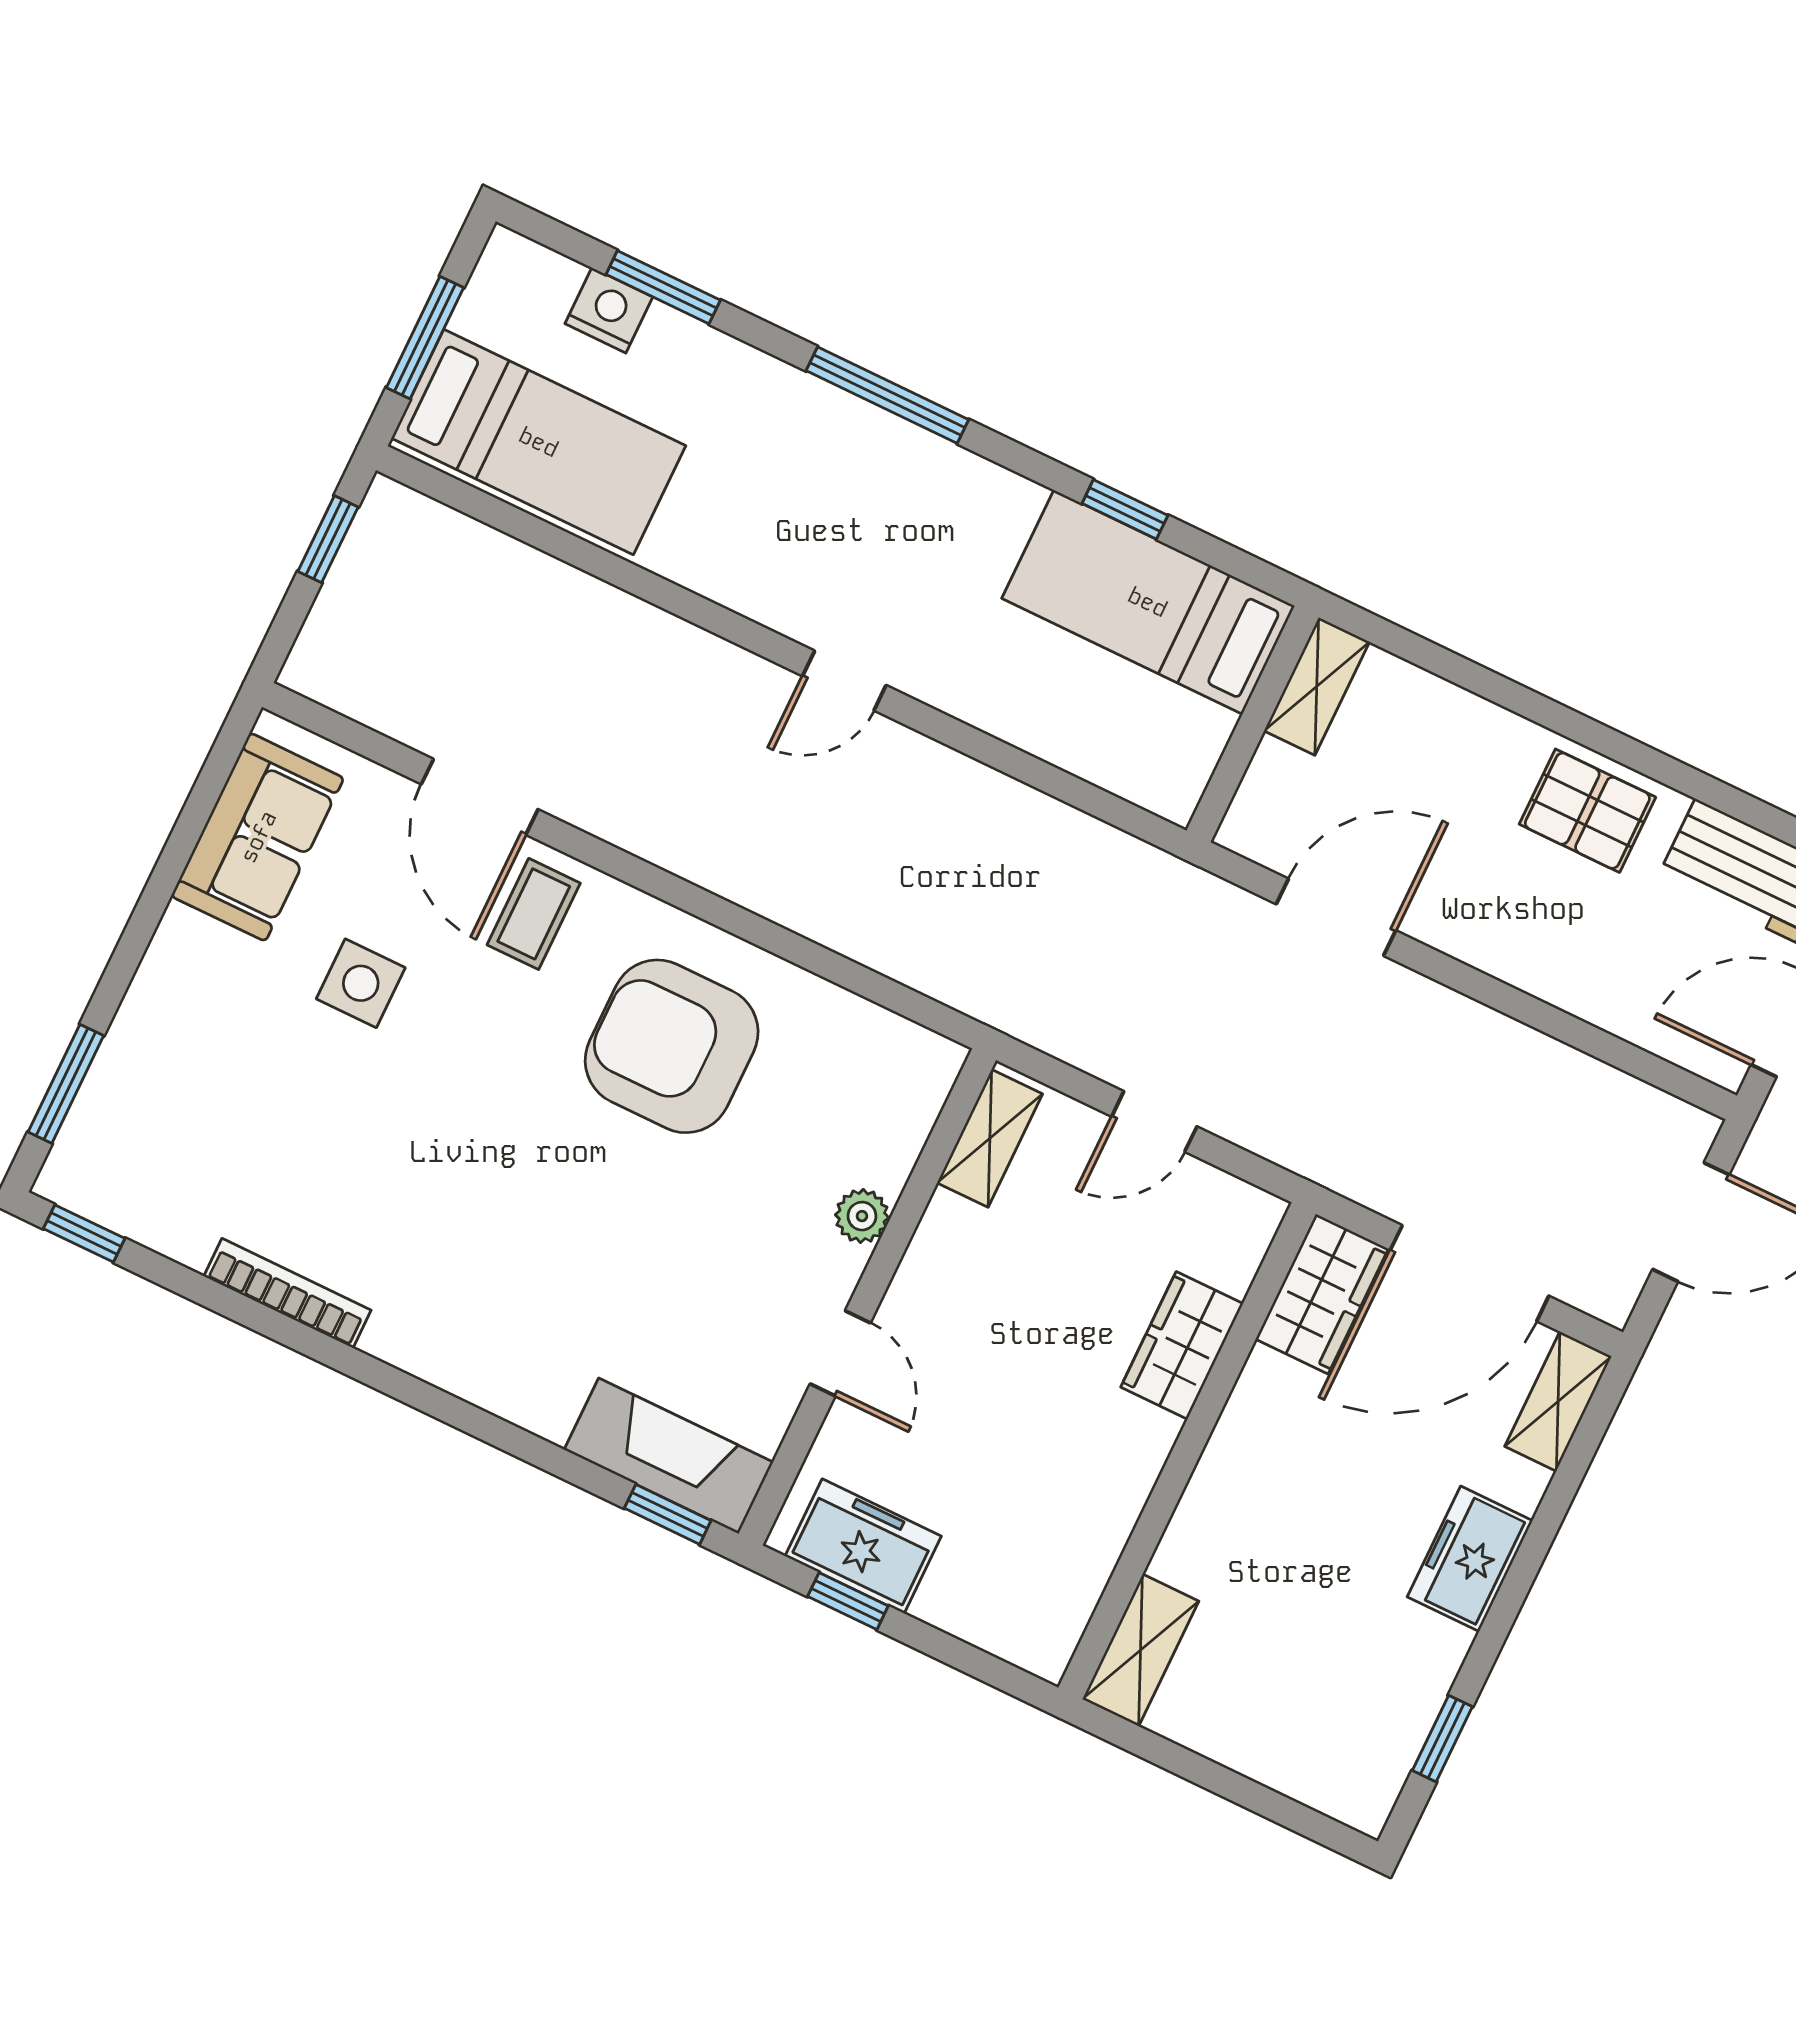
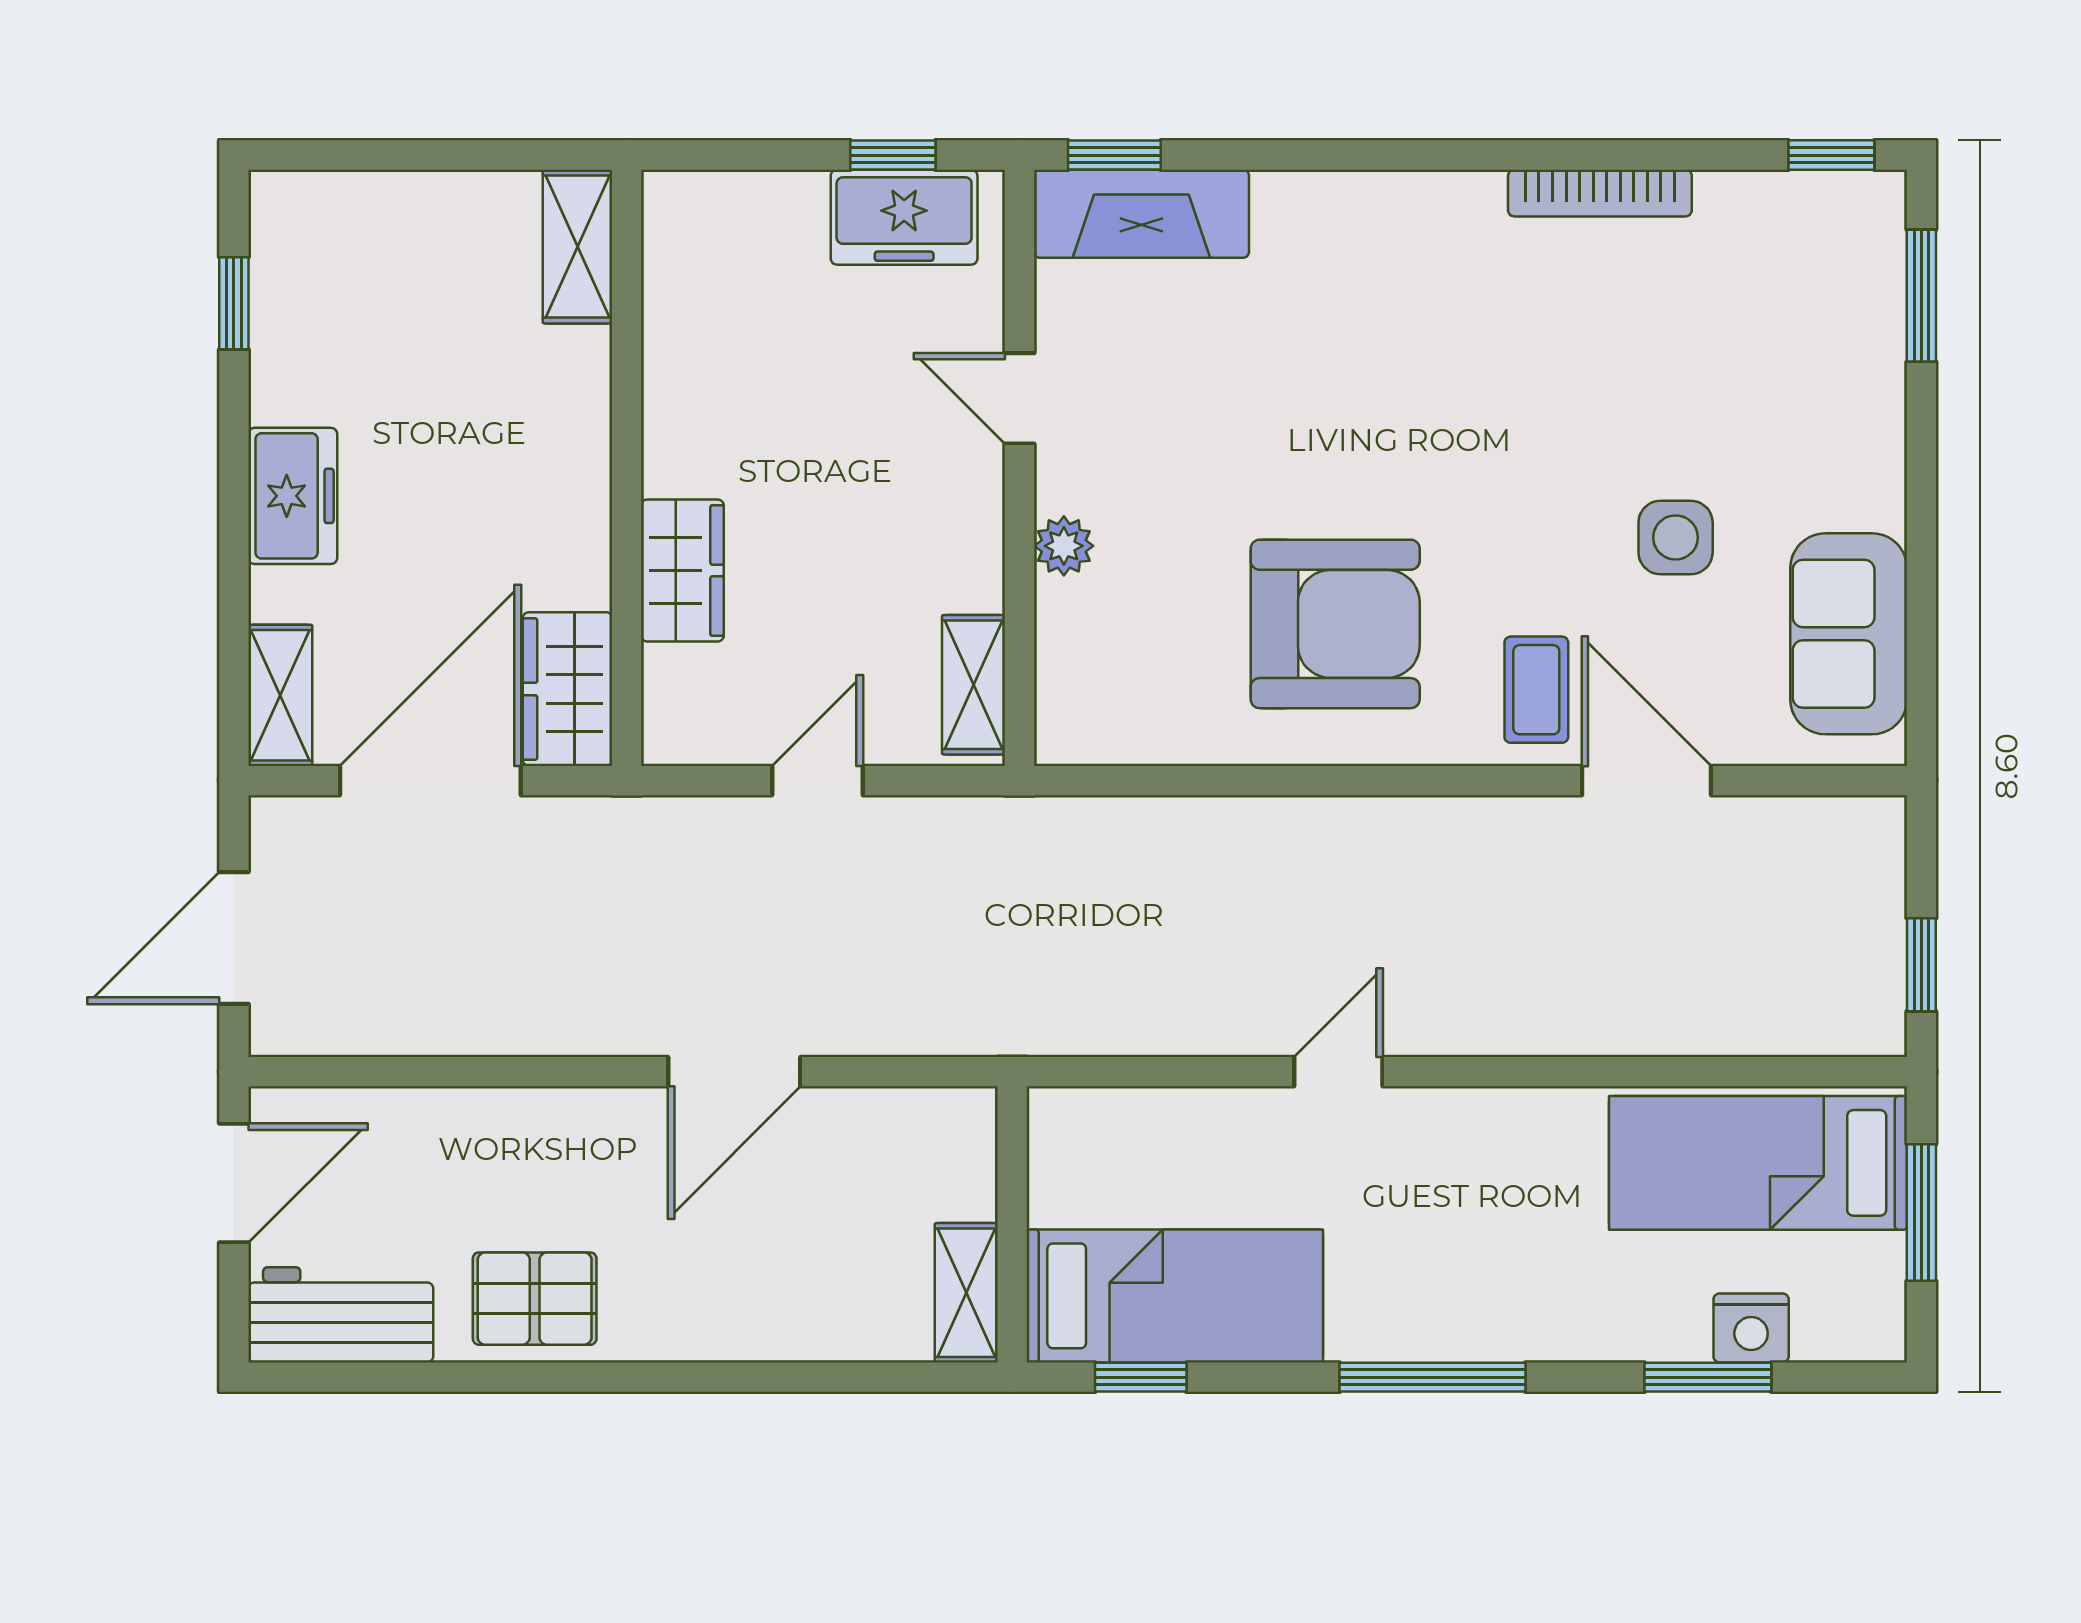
bed: (1148, 602) -> (1175, 1296), moved
shelving: (1317, 686) -> (966, 1293), moved
wall: (1253, 724) -> (1012, 1224), moved

